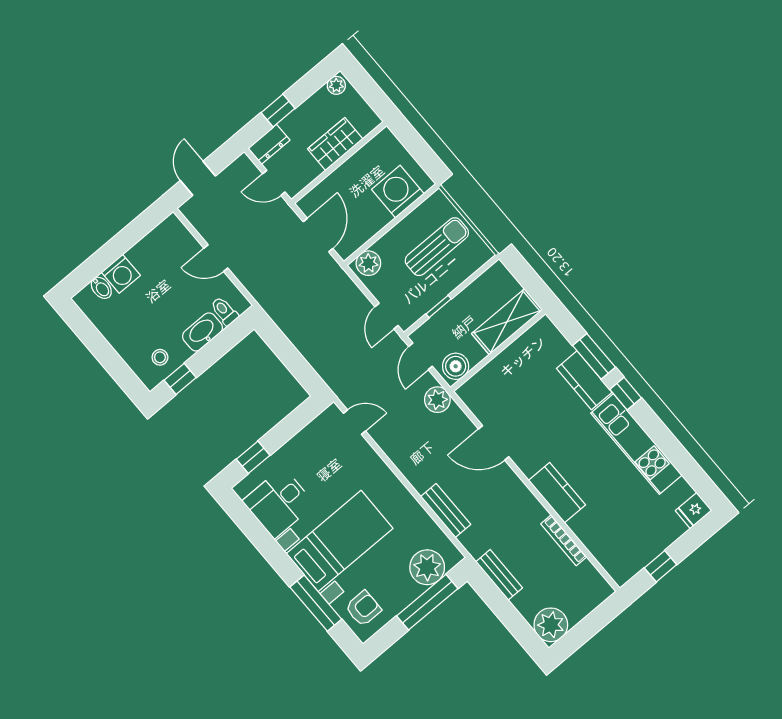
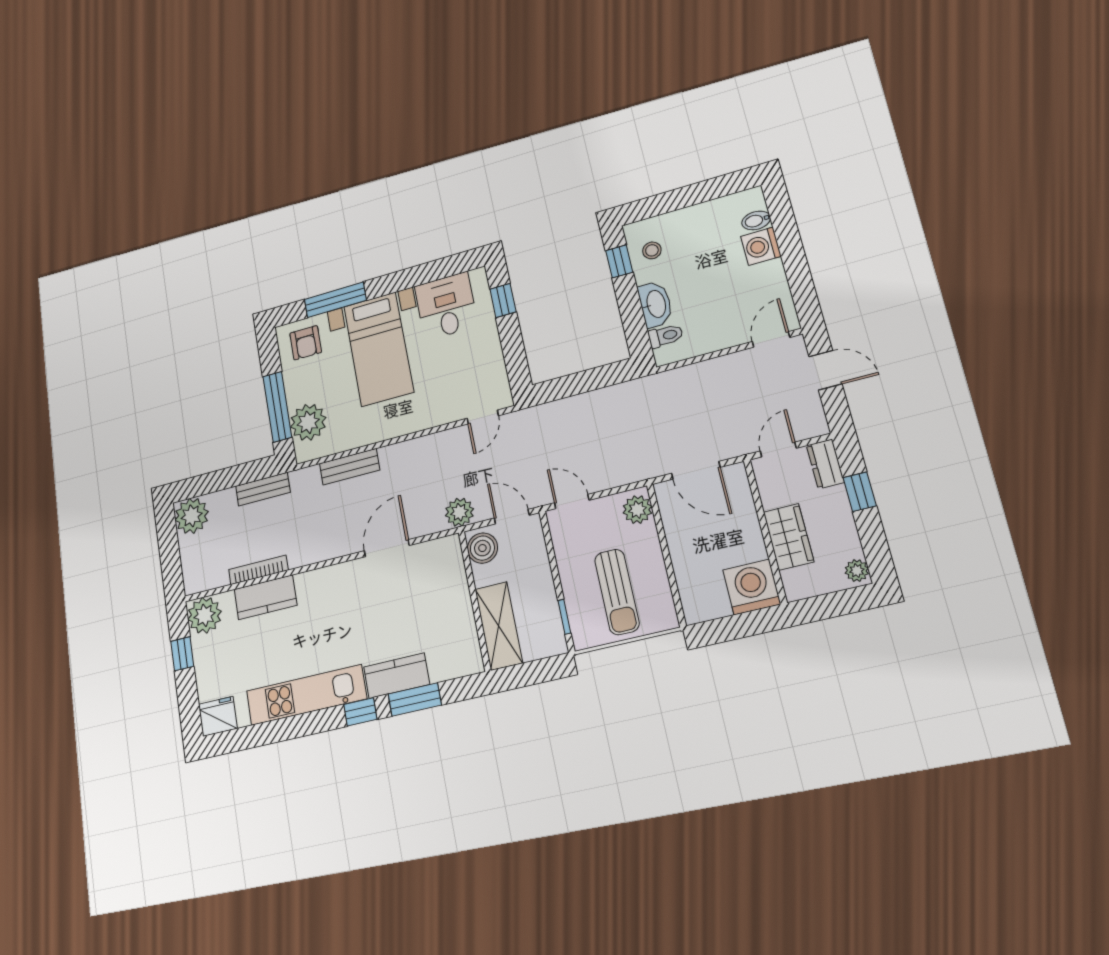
washing machine: (398, 192) -> (752, 587), moved, turned -90
door: (216, 258) -> (771, 339), moved
window: (439, 306) -> (564, 617), moved
kitchen counter: (557, 493) -> (265, 597), moved
fridge: (694, 511) -> (218, 716), width x1.38
plant: (622, 565) -> (205, 615), added

